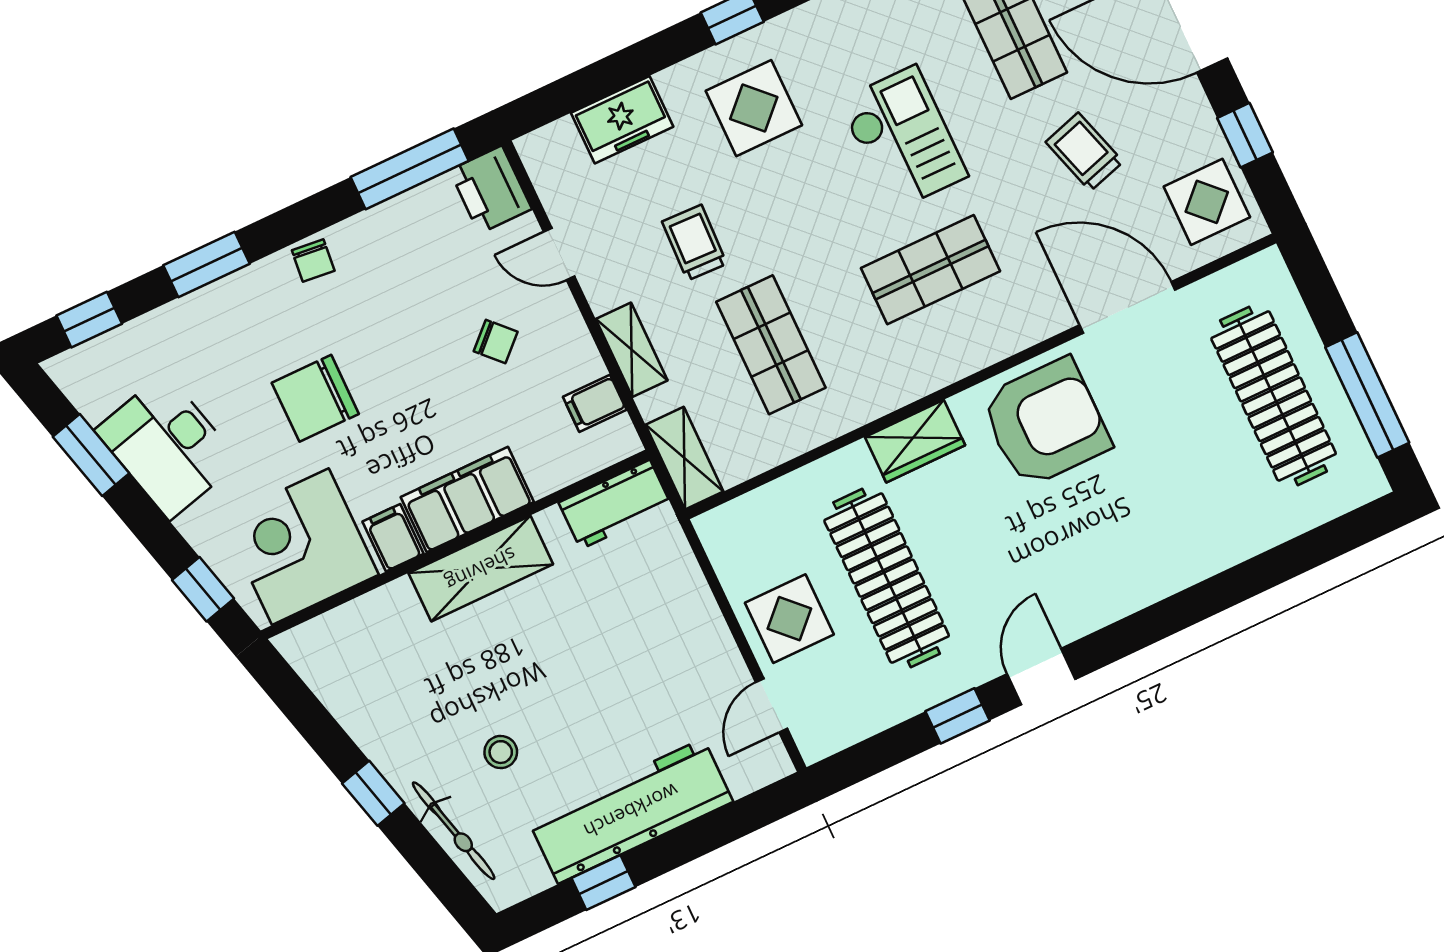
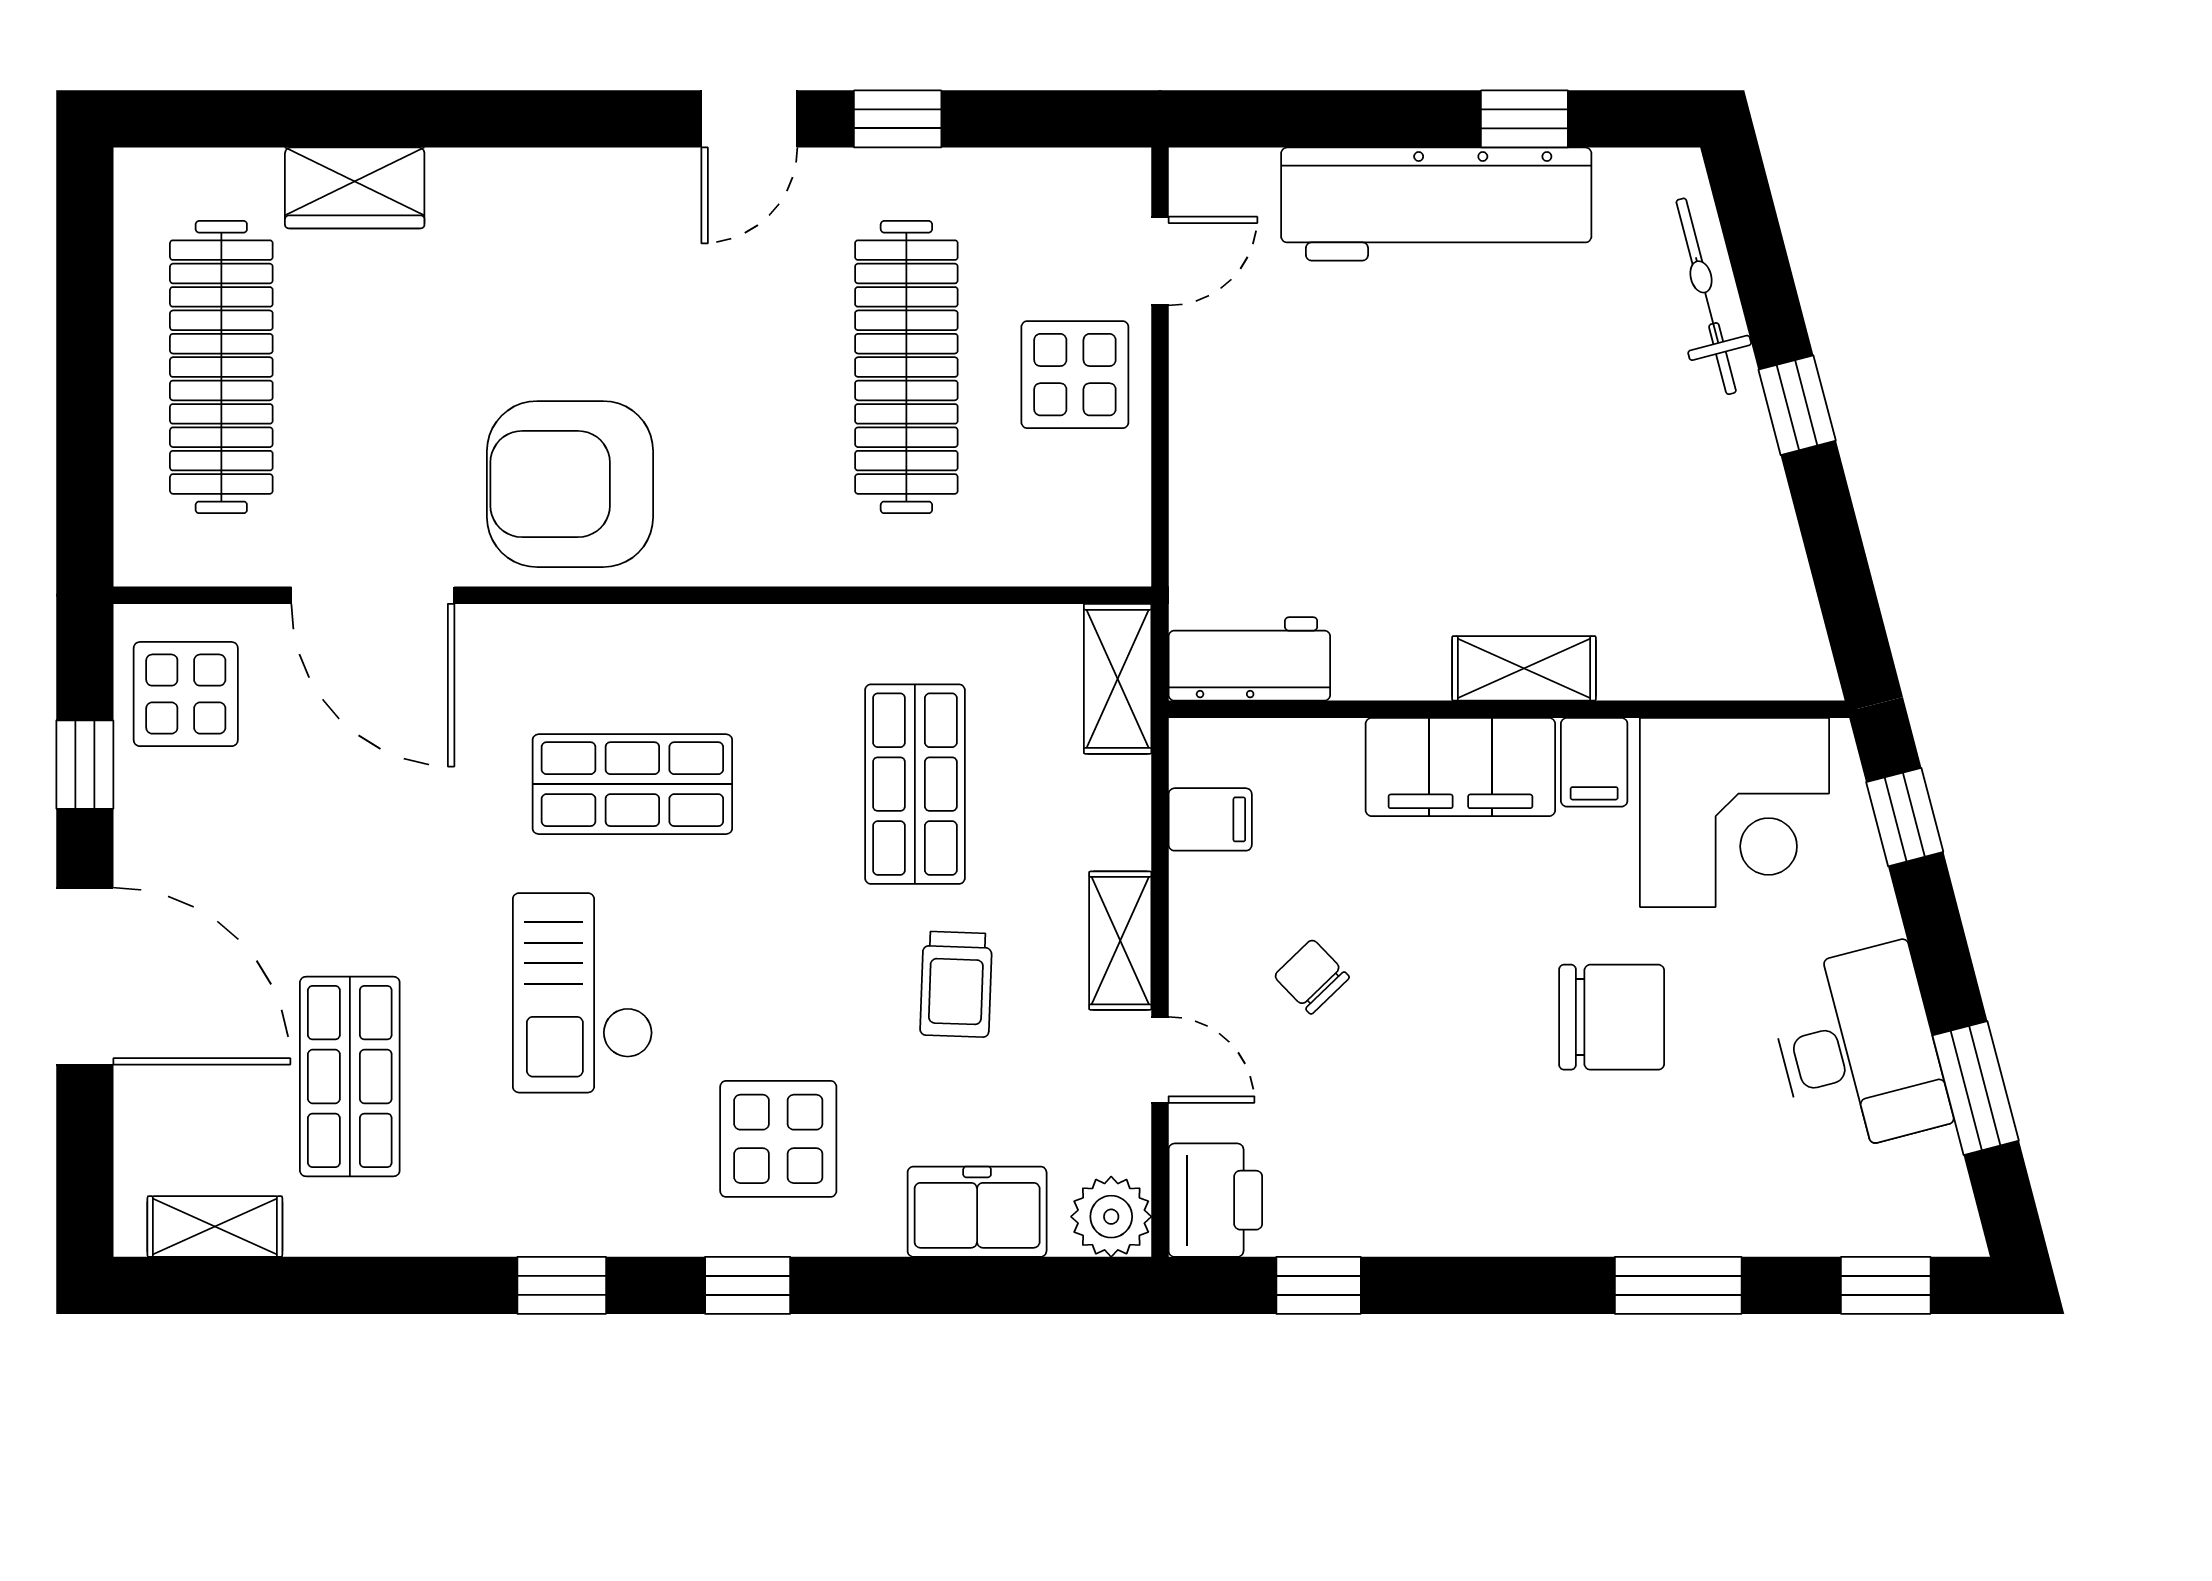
trolley: (1084, 152) -> (329, 850), removed
plant: (545, 153) -> (1111, 1217), added
window: (410, 169) -> (1319, 1285), width x0.46
chair: (313, 260) -> (1521, 1218), removed
shelving: (632, 350) -> (1120, 941), moved
window: (1367, 395) -> (85, 305), removed
wardrobe: (915, 441) -> (355, 188), moved, turned 180
shelving: (481, 569) -> (1524, 668), width x0.67, depth x0.75
stool: (501, 752) -> (1584, 378), removed

